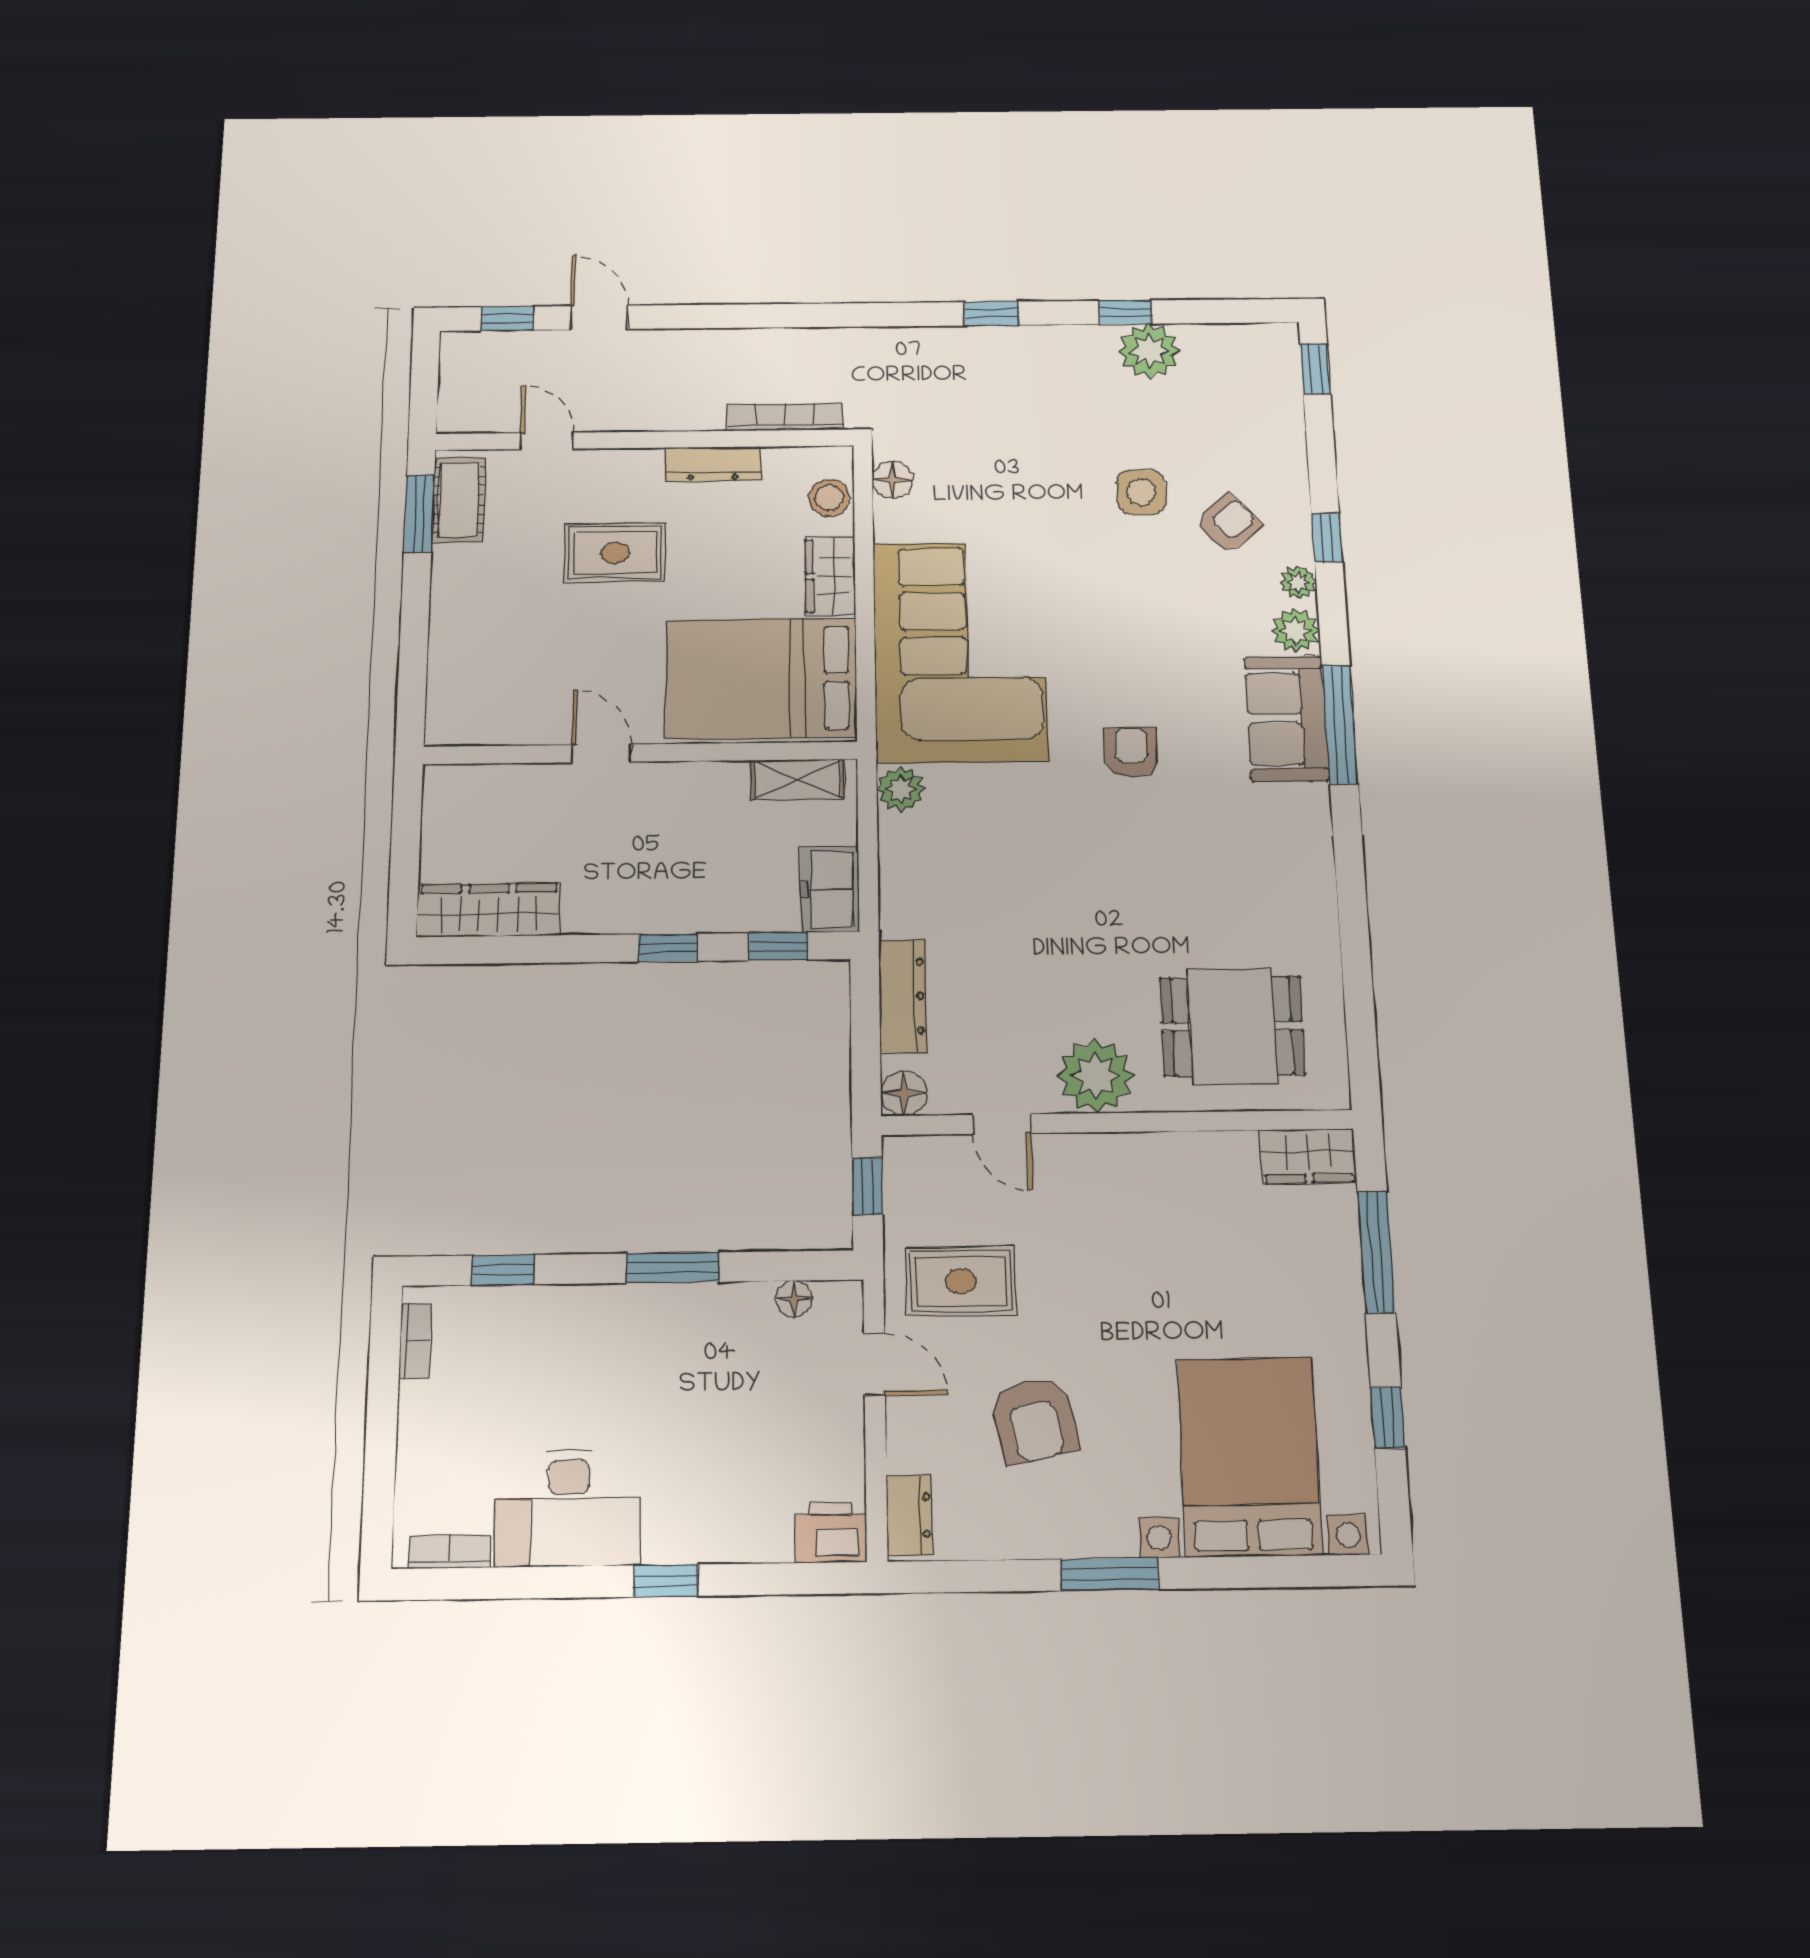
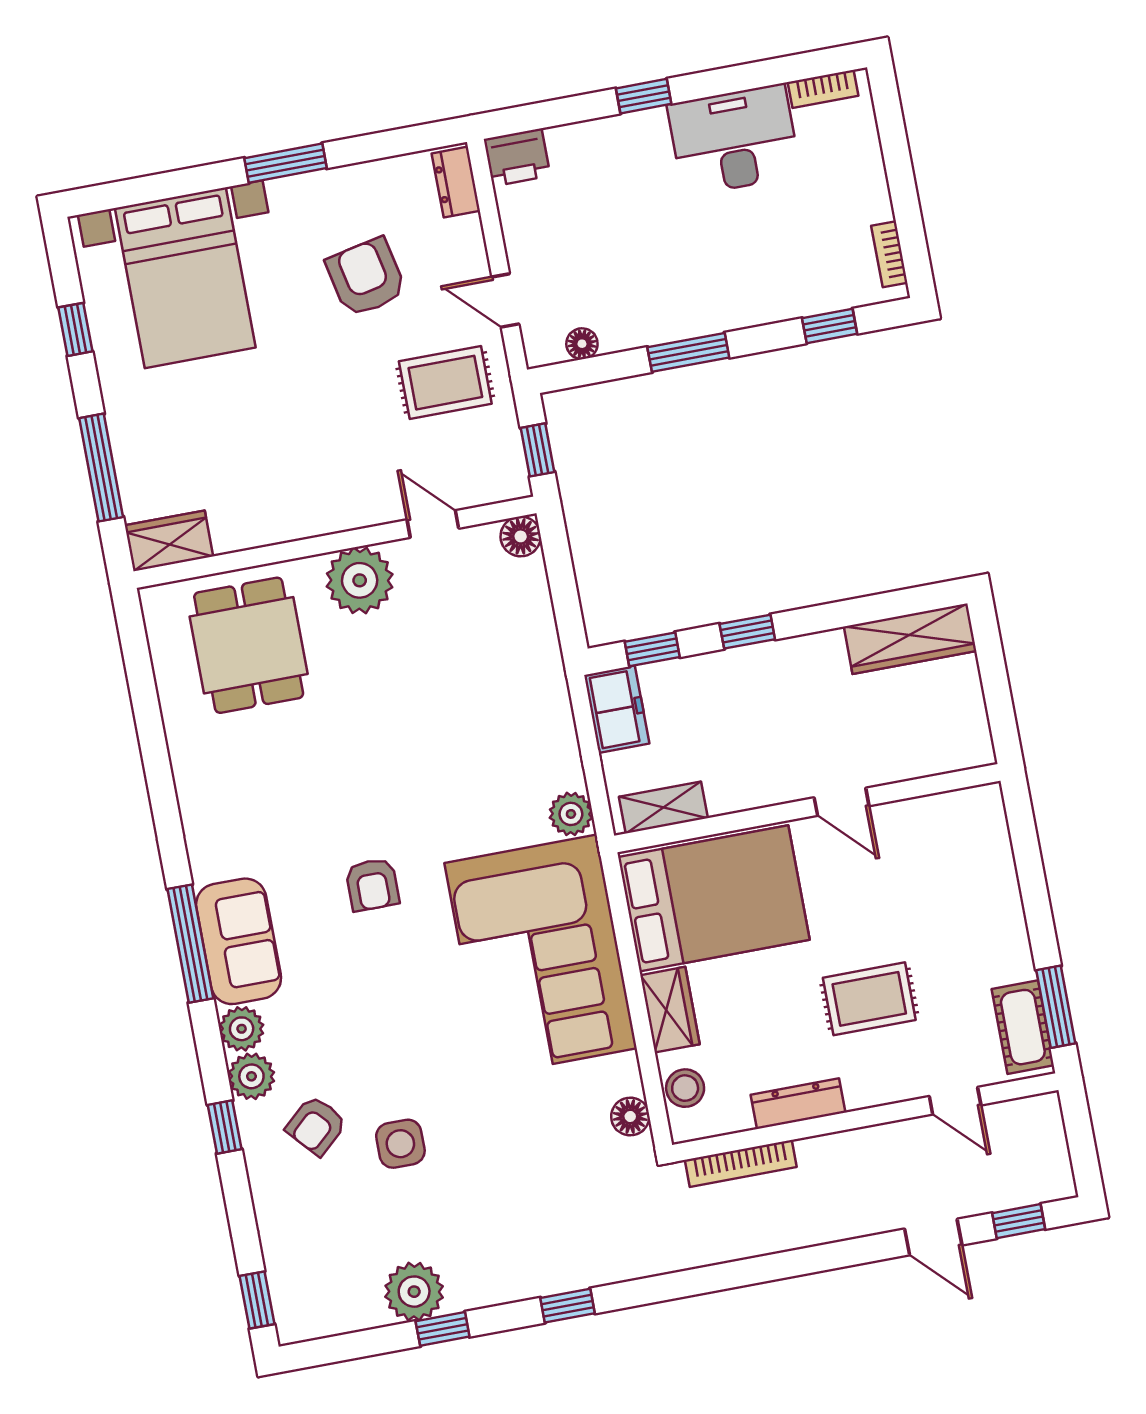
plant: (1298, 582) -> (251, 1076), width x1.38, depth x1.38
dresser: (902, 996) -> (537, 623), removed
dining table: (1232, 1026) -> (249, 645), turned 90

